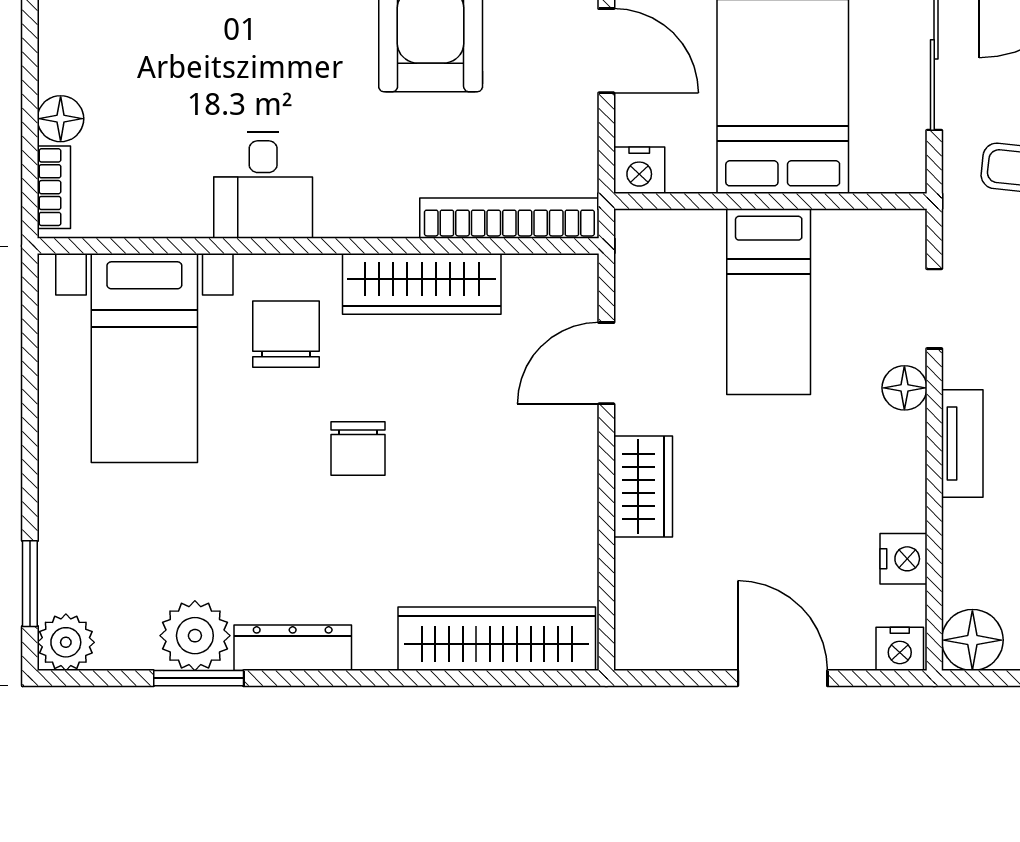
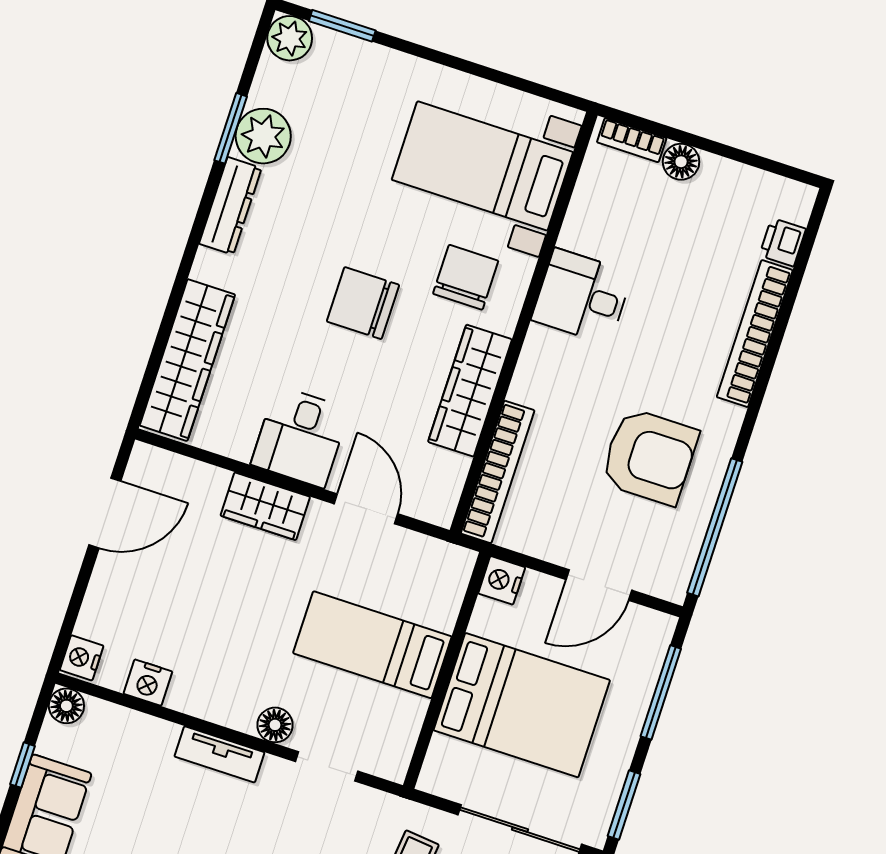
chair: (286, 334) -> (466, 277), turned -90
chair: (358, 448) -> (363, 303), width x1.37, depth x1.37
desk: (545, 472) -> (300, 437), added
floor lamp: (972, 640) -> (66, 706), width x0.73, depth x0.73
door: (783, 678) -> (105, 513), moved

